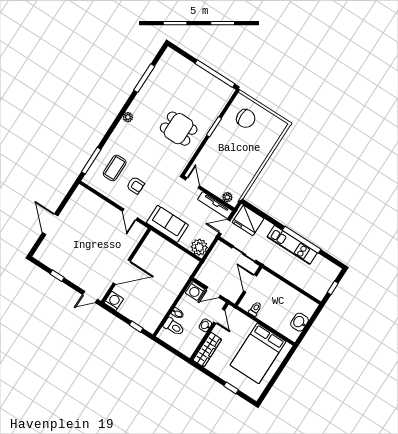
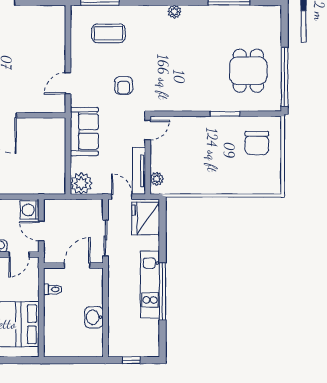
dining table: (179, 129) -> (248, 71), moved
armchair: (135, 185) -> (124, 85), moved
washbasin: (300, 322) -> (94, 317), moved, turned -90

